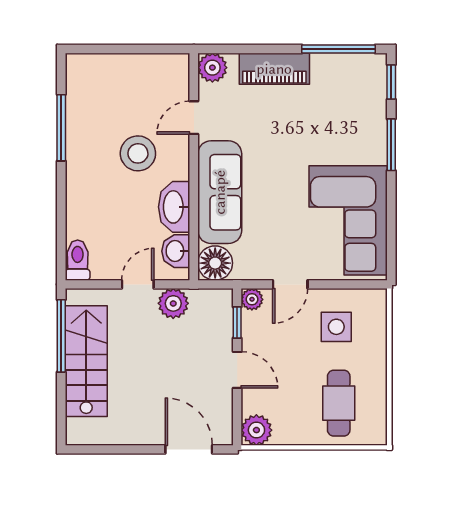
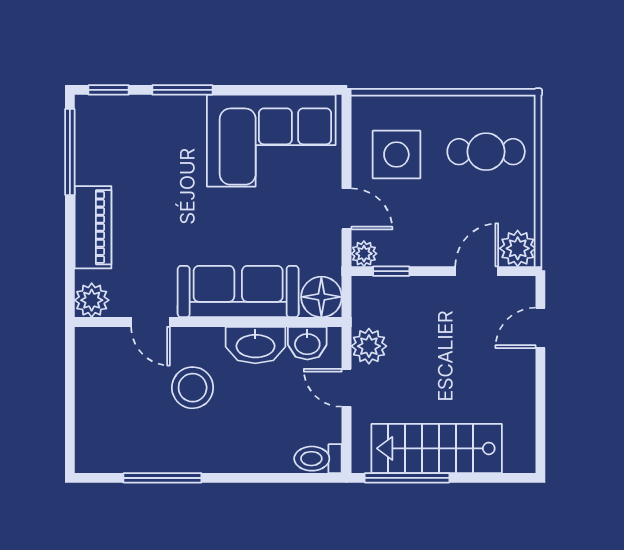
side table: (336, 327) -> (396, 155), width x1.37, depth x1.37
door: (237, 370) -> (477, 271), moved
door: (189, 449) -> (540, 328), width x0.73

